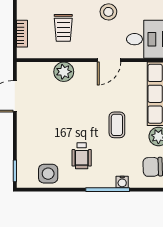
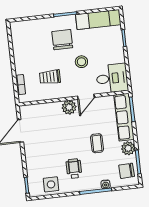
trolley: (63, 28) -> (50, 77), turned 90
plant: (64, 72) -> (69, 107), moved
wheelchair: (82, 156) -> (74, 169), turned 180

